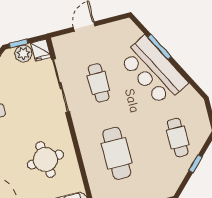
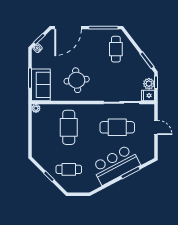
cafe table: (99, 83) -> (117, 127), width x1.37, depth x1.35
cafe table: (117, 153) -> (69, 127), turned 90

